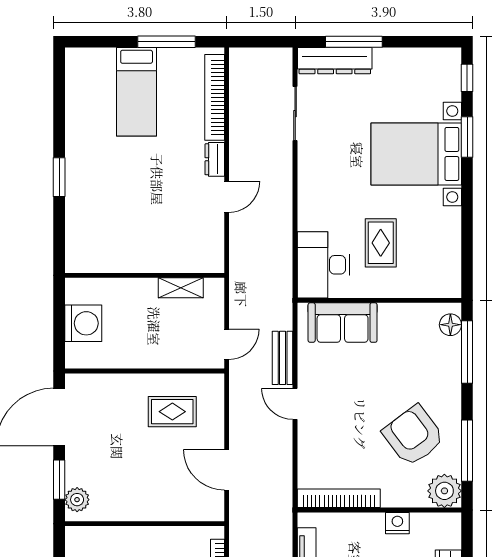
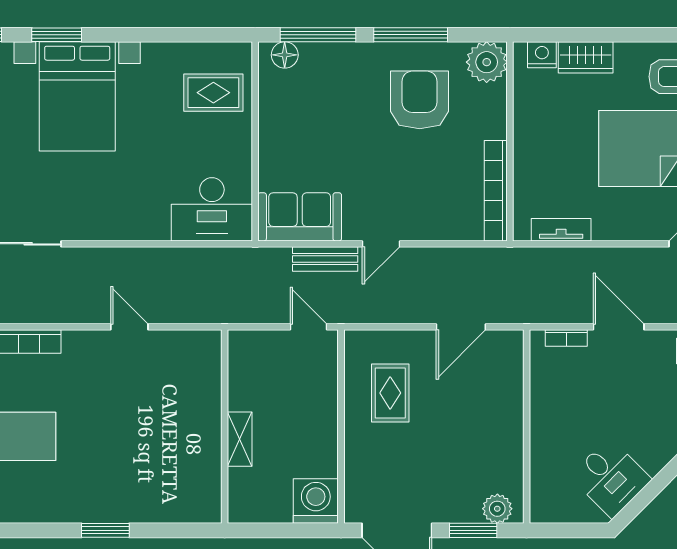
dresser: (215, 159) -> (84, 341), removed
rug: (381, 243) -> (213, 93), moved
shelving: (181, 288) -> (240, 439), moved
washing machine: (83, 323) -> (316, 501), moved
sofa: (343, 323) -> (300, 217), moved, turned -90
armchair: (413, 436) -> (420, 100), turned 127
window: (467, 451) -> (411, 35), moved
nightstand: (397, 523) -> (542, 55), moved, turned 90

